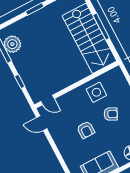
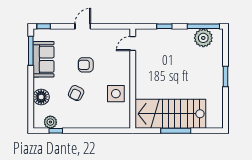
armchair: (111, 114) -> (76, 93), moved
door: (42, 123) -> (83, 26), moved

